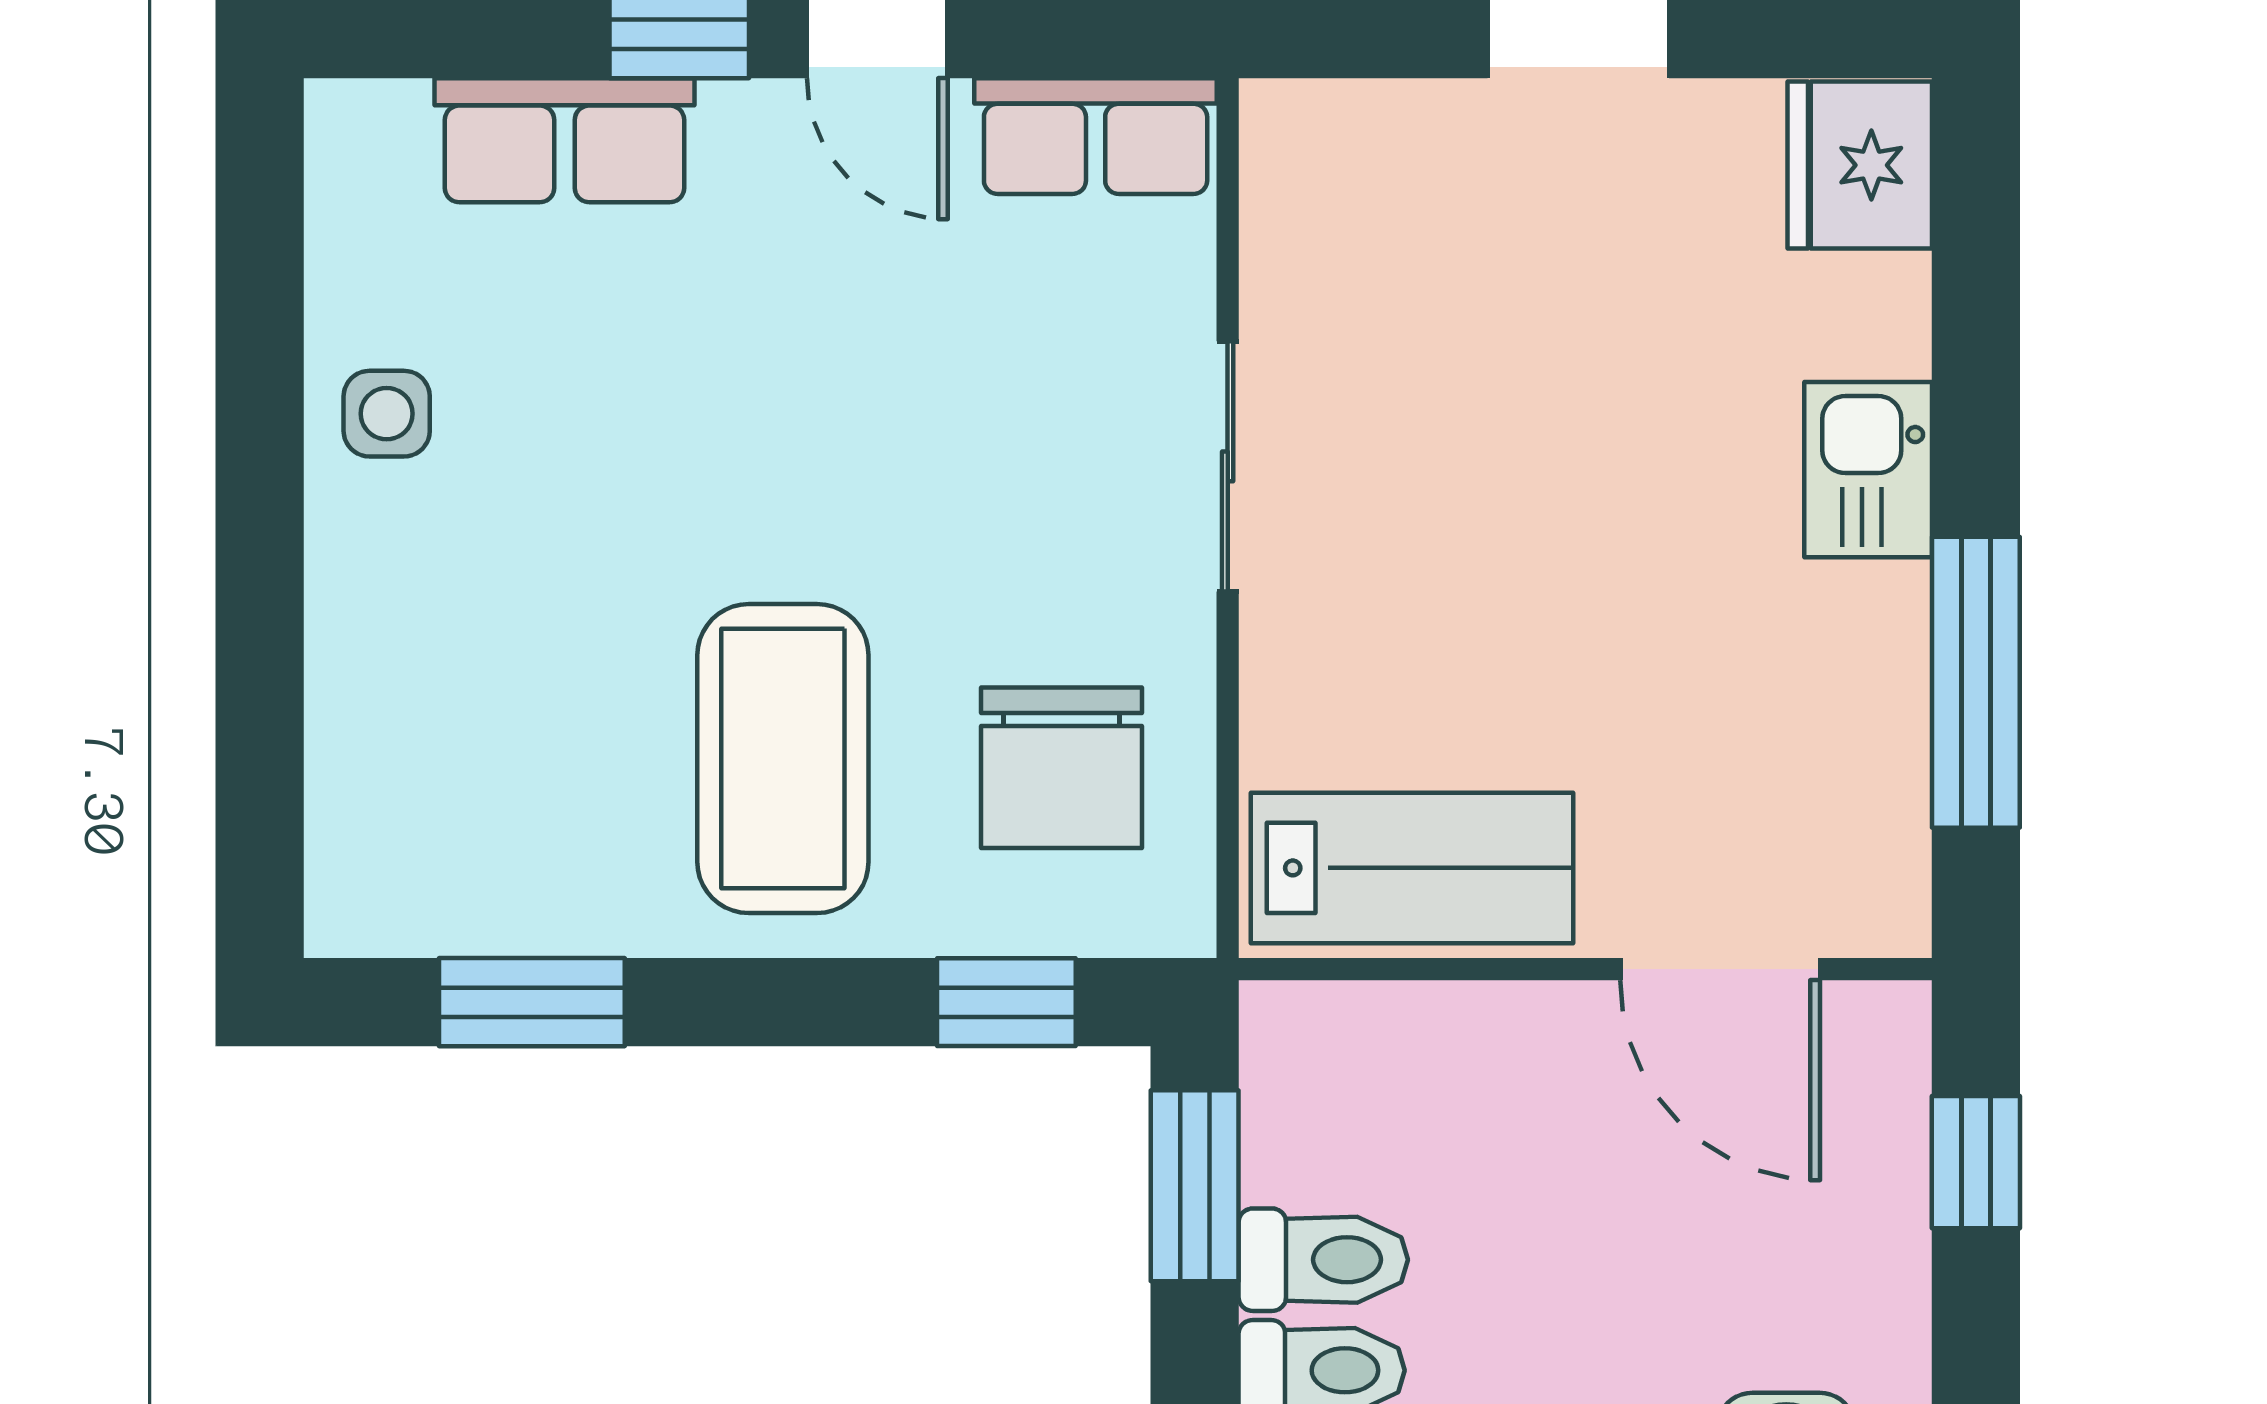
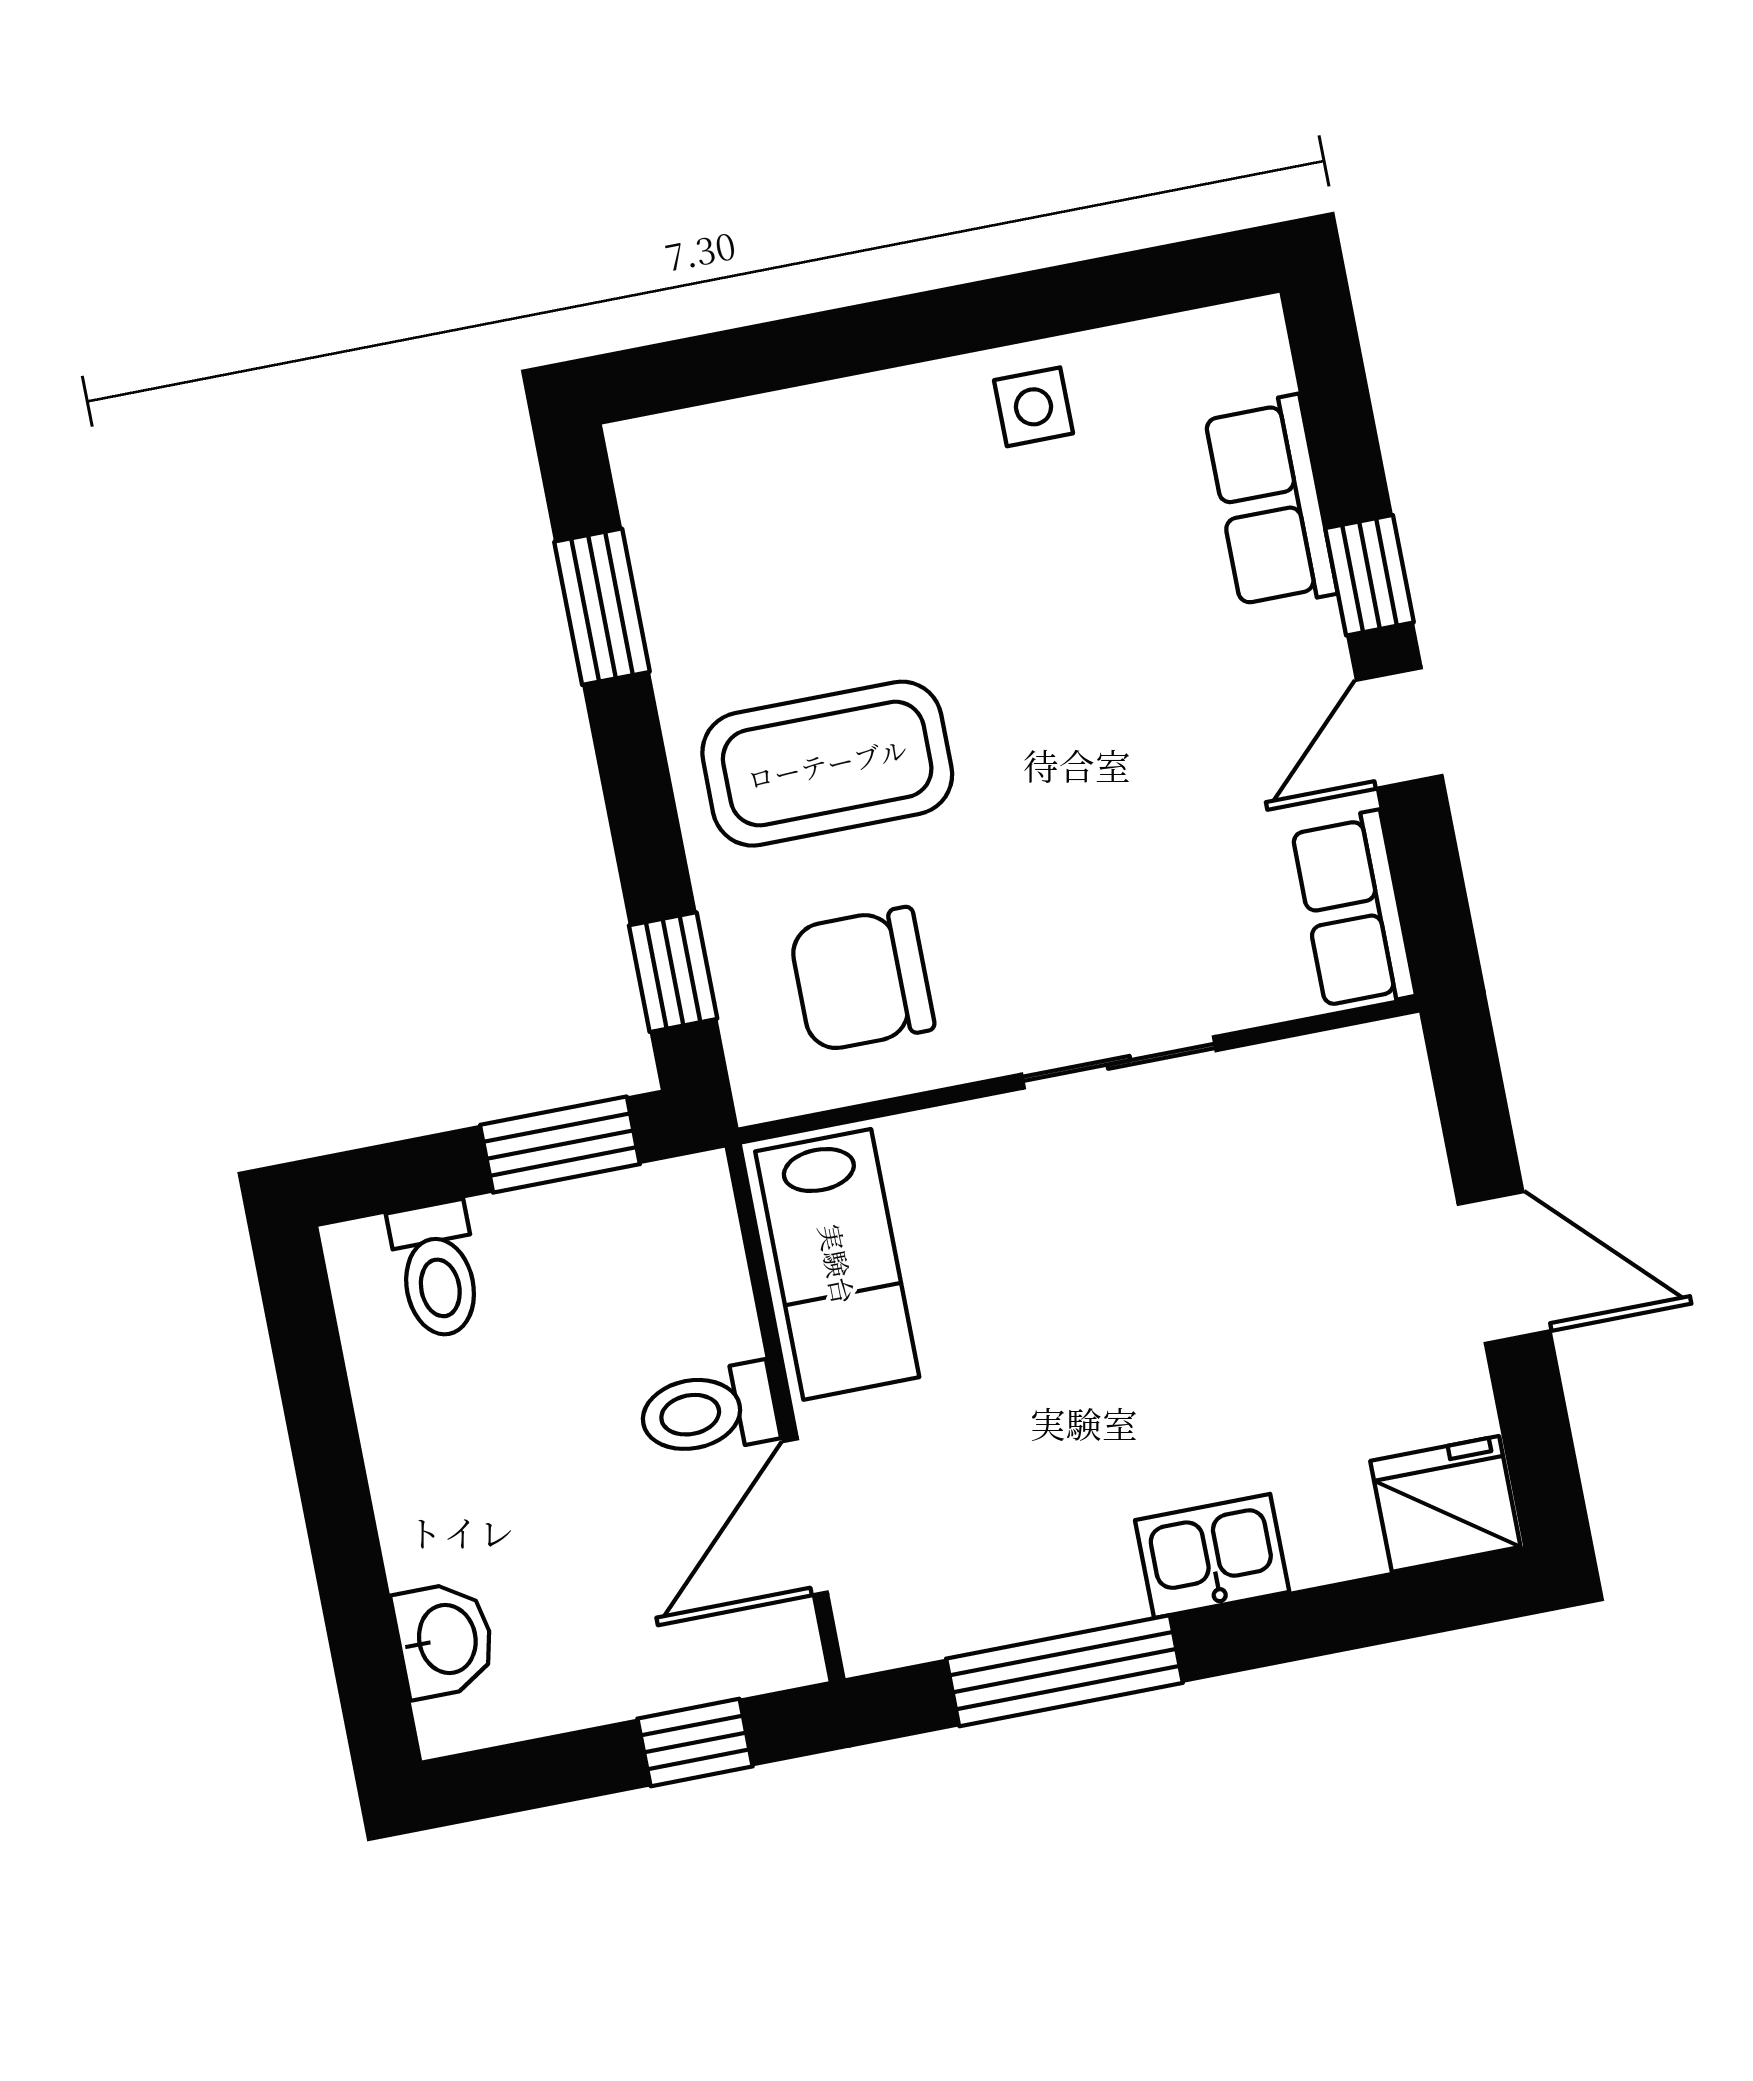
toilet: (1323, 1260) -> (708, 1411), moved, turned 90

